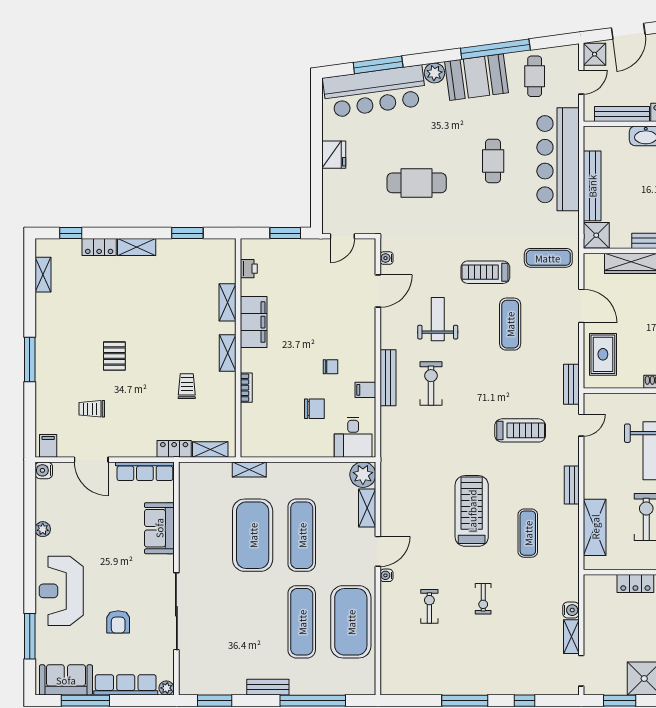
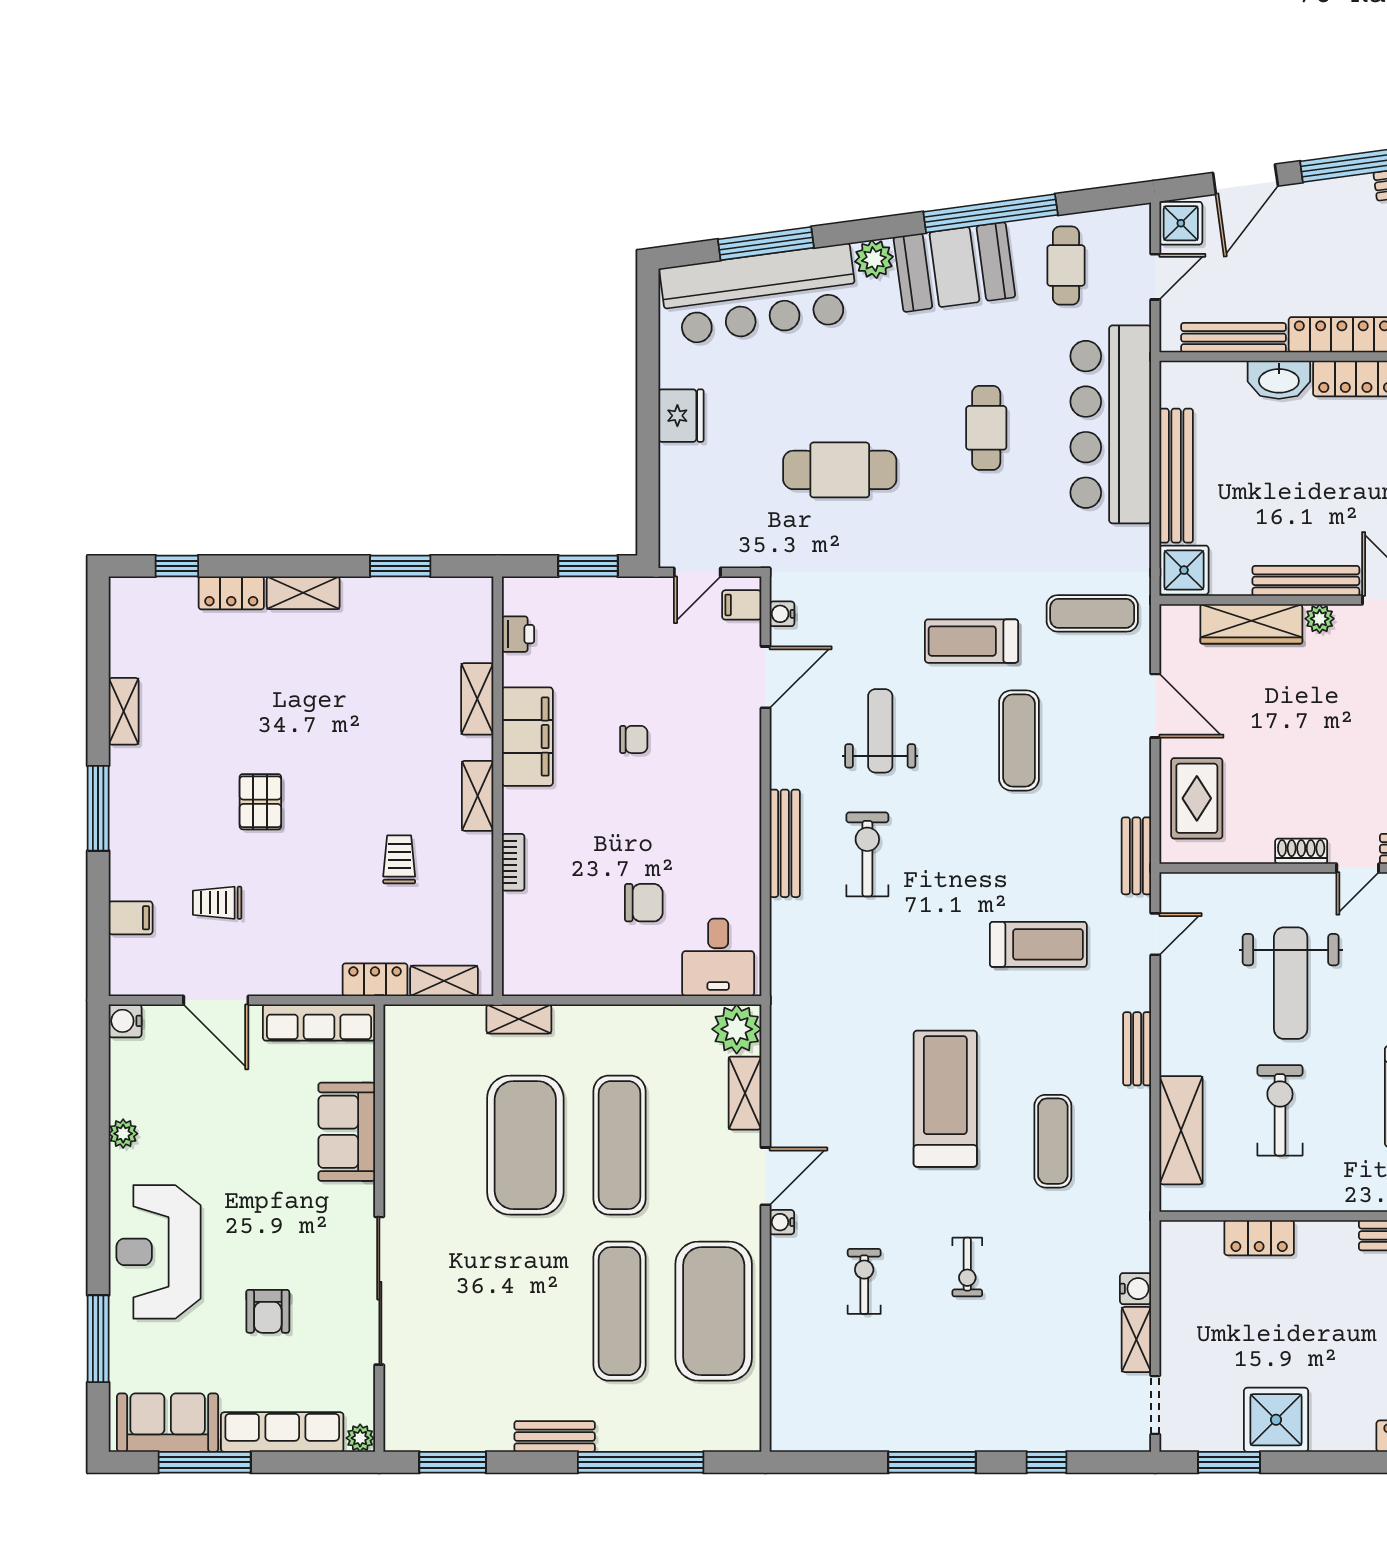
shelving: (43, 275) -> (124, 711), moved
chair: (330, 367) -> (634, 739), moved
filing cabinet: (365, 390) -> (742, 605), moved
filing cabinet: (48, 446) -> (131, 918), moved, turned 90

